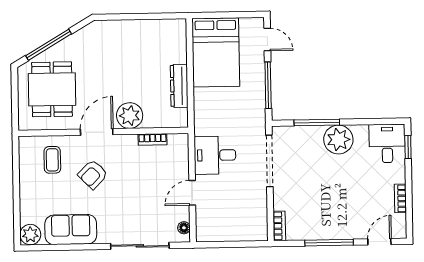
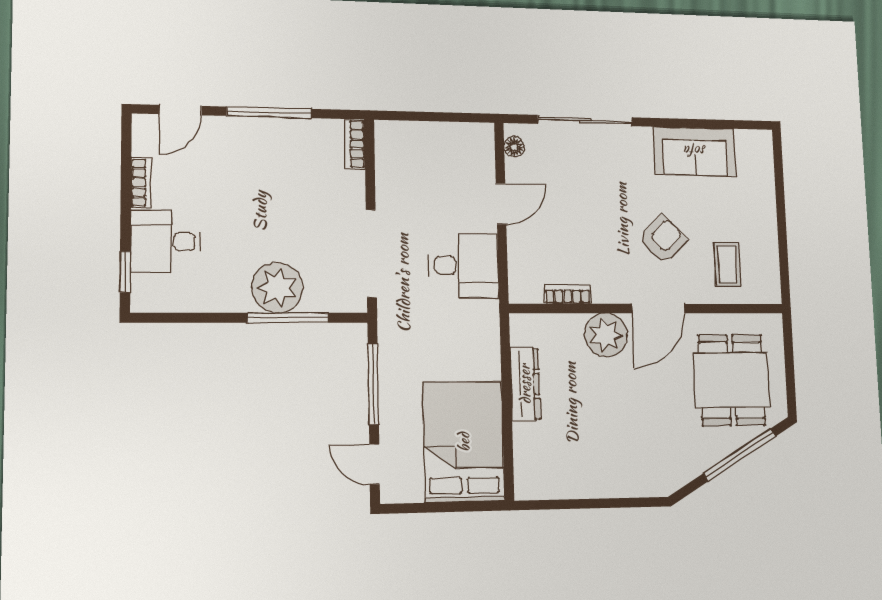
plant: (338, 140) -> (277, 288), moved
desk: (387, 143) -> (166, 242), moved, turned 90
plant: (30, 235) -> (757, 146), removed

